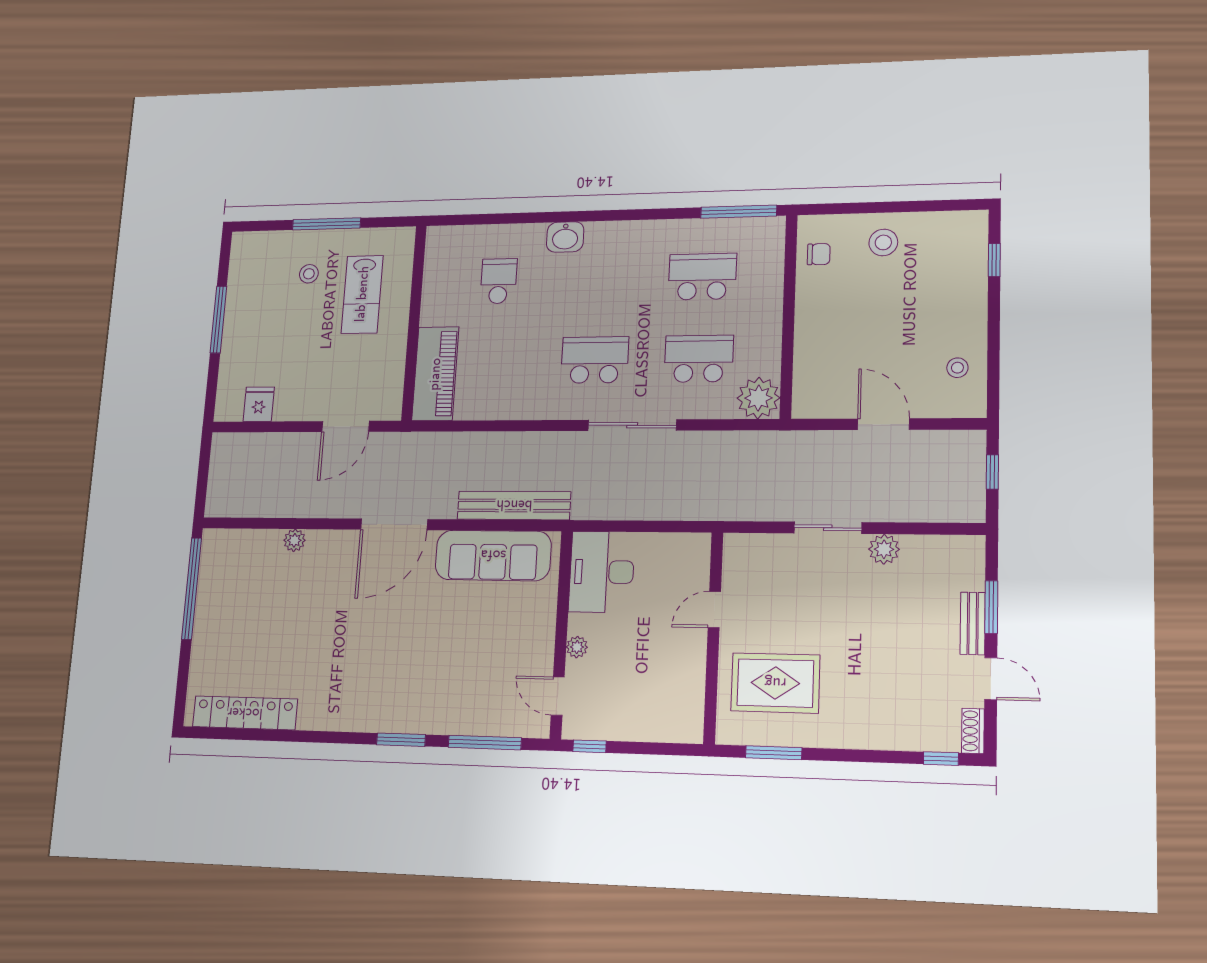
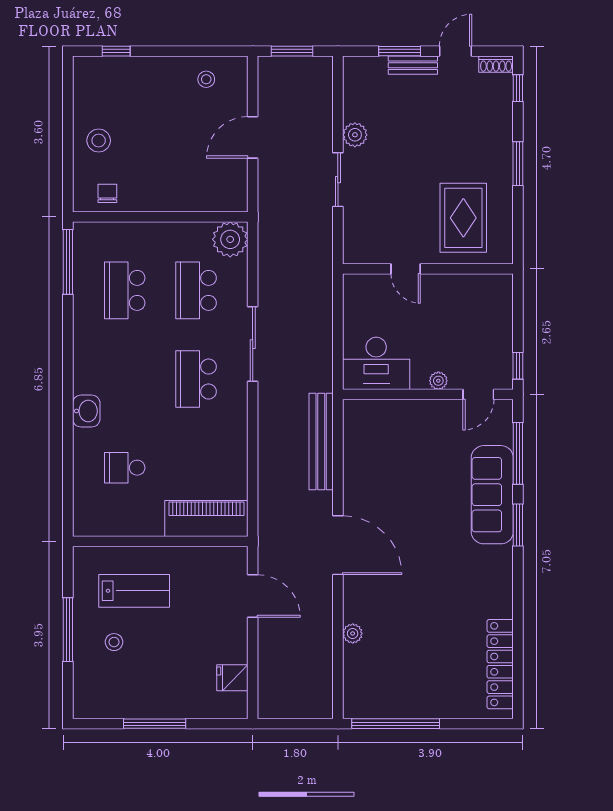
window: (992, 472) -> (292, 51), width x1.50
sofa: (493, 555) -> (492, 495), moved, turned 180
window: (774, 753) -> (518, 164), moved

